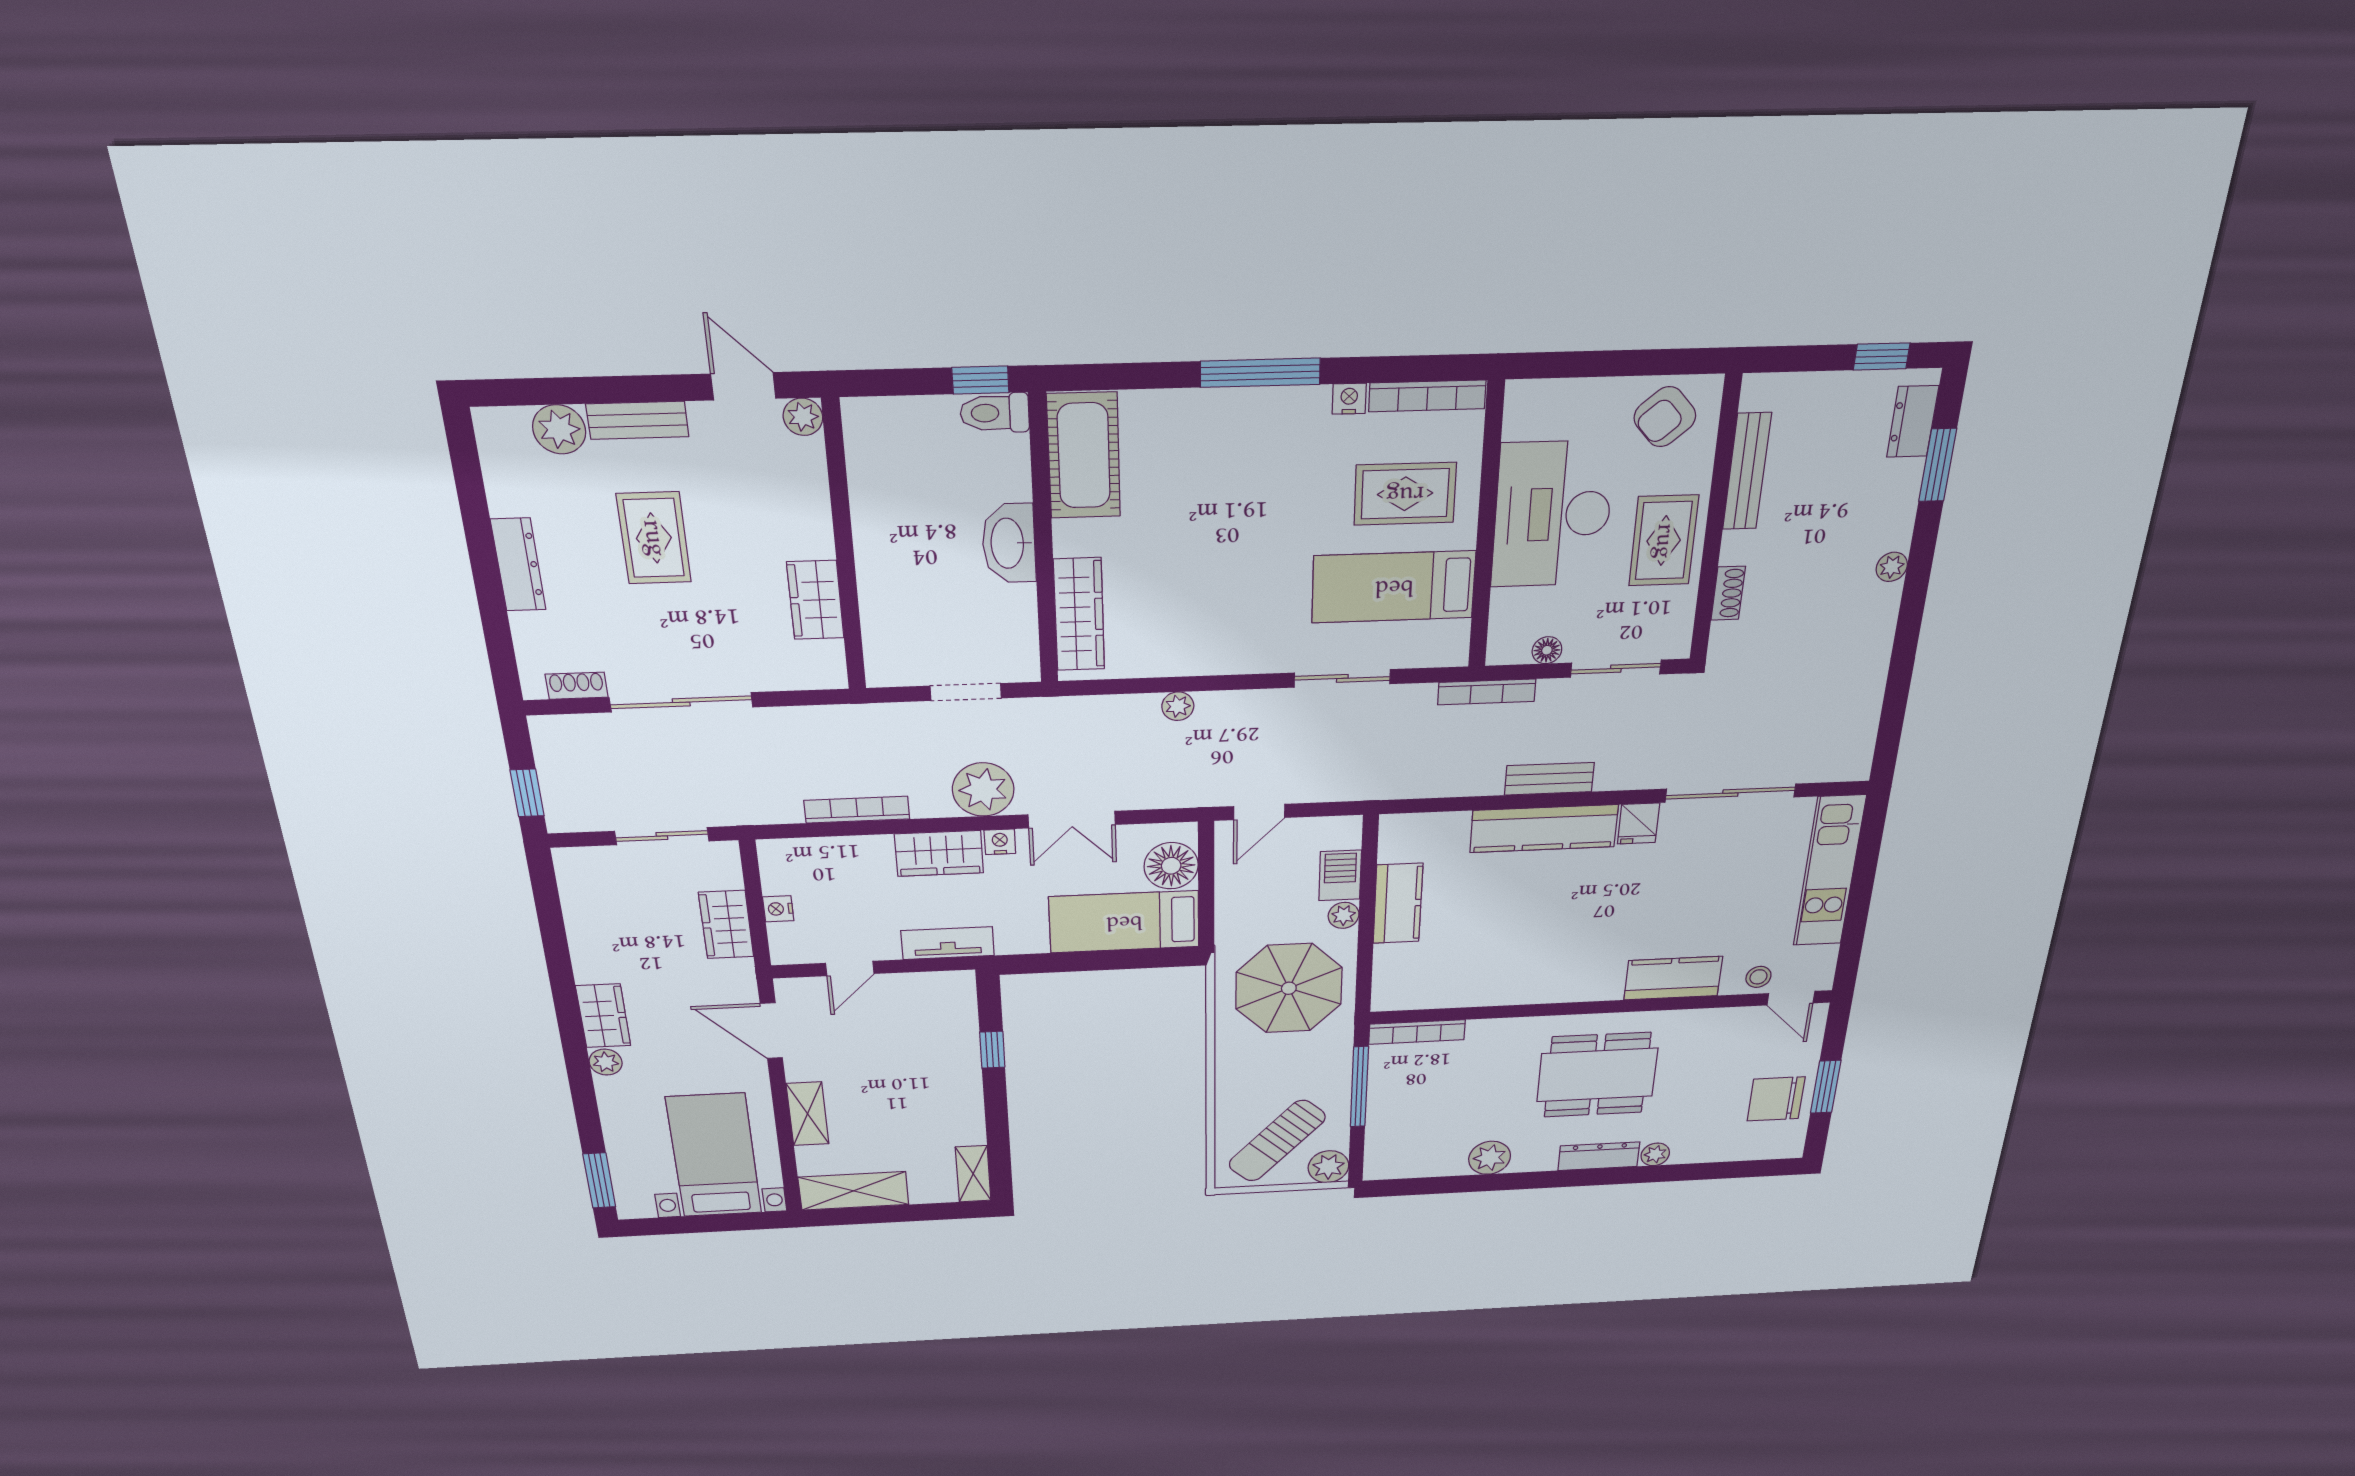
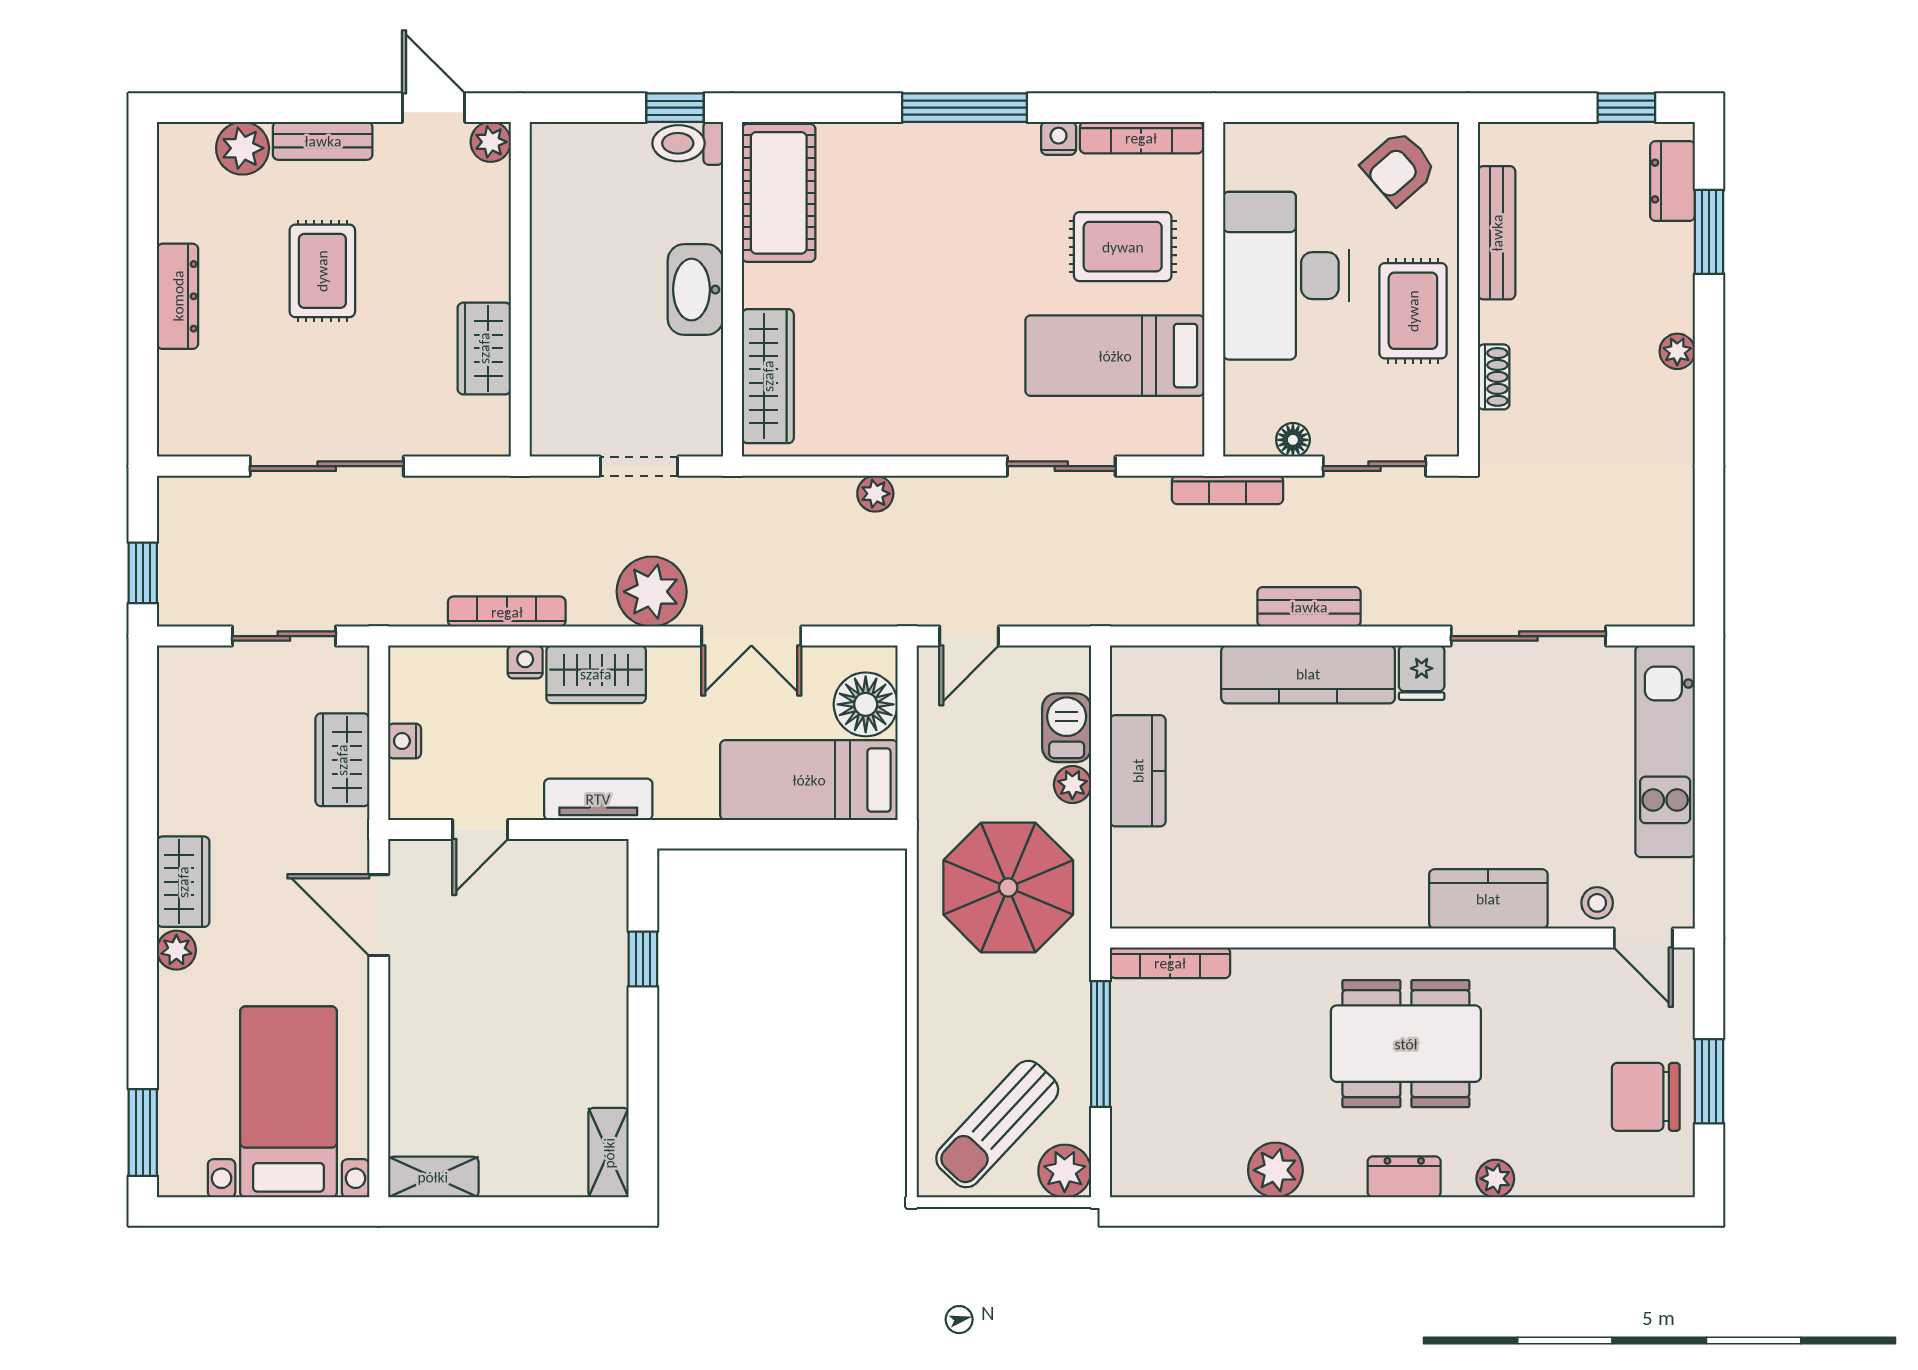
shoe rack: (577, 686) -> (217, 441), removed
nightstand: (1000, 842) -> (525, 662), moved
shelving: (808, 1114) -> (410, 1044), removed
dresser: (1599, 1156) -> (1404, 1177), width x0.70
shelving: (854, 1191) -> (433, 1177), width x0.67, depth x0.75

